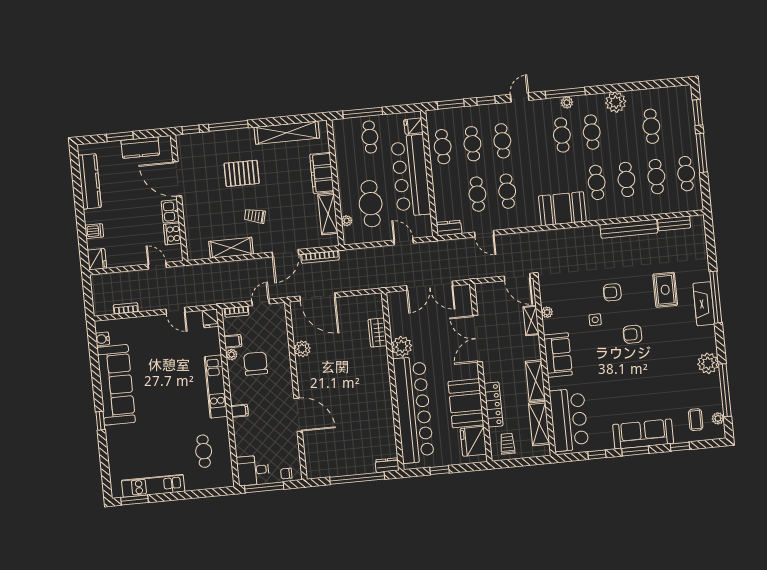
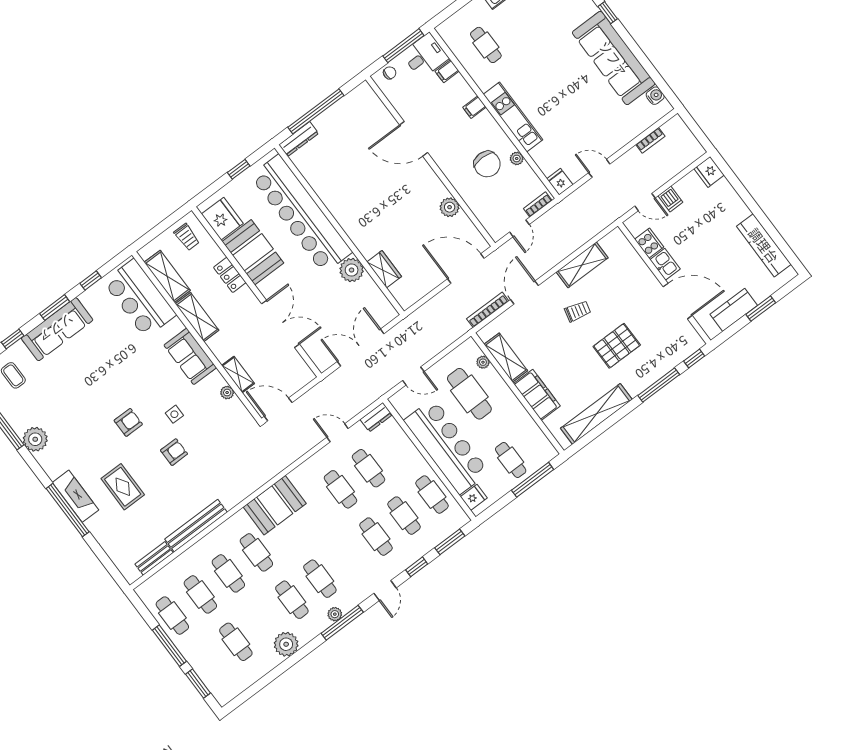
dishwasher: (94, 231) -> (670, 199), moved, turned -90
filing cabinet: (233, 341) -> (447, 71), moved
locker: (494, 405) -> (230, 275), width x0.66
dresser: (387, 465) -> (299, 139), width x1.44

